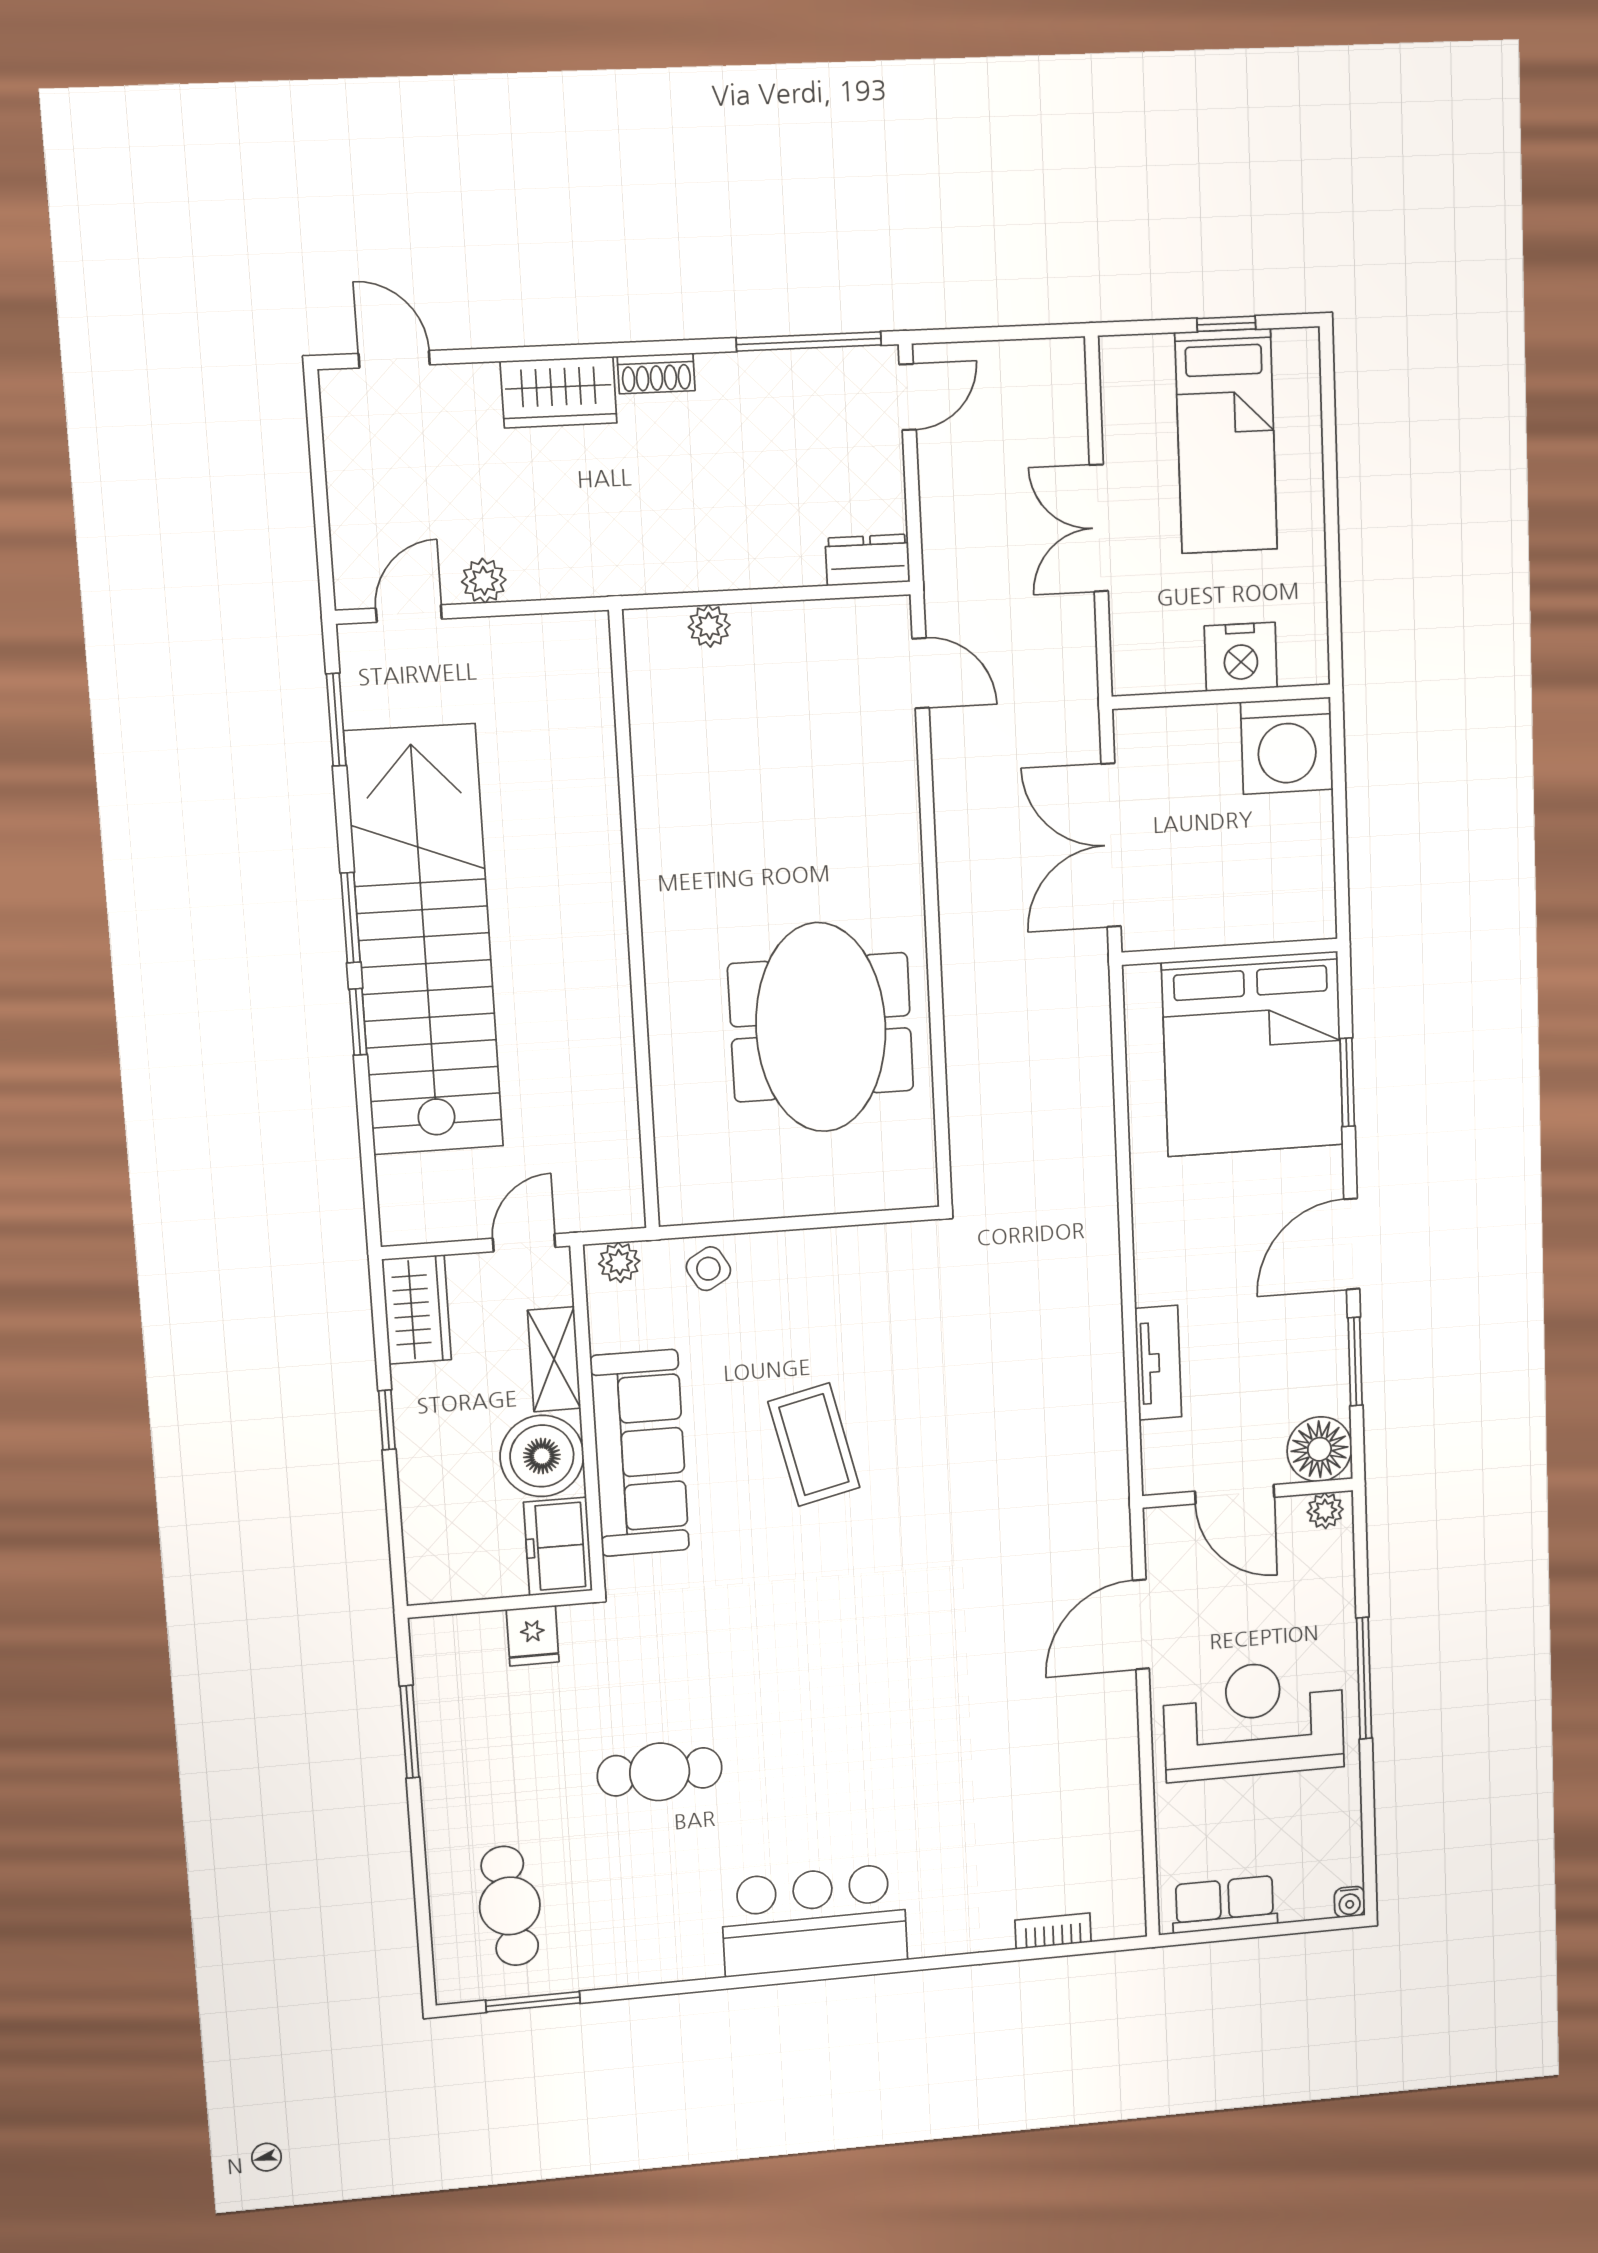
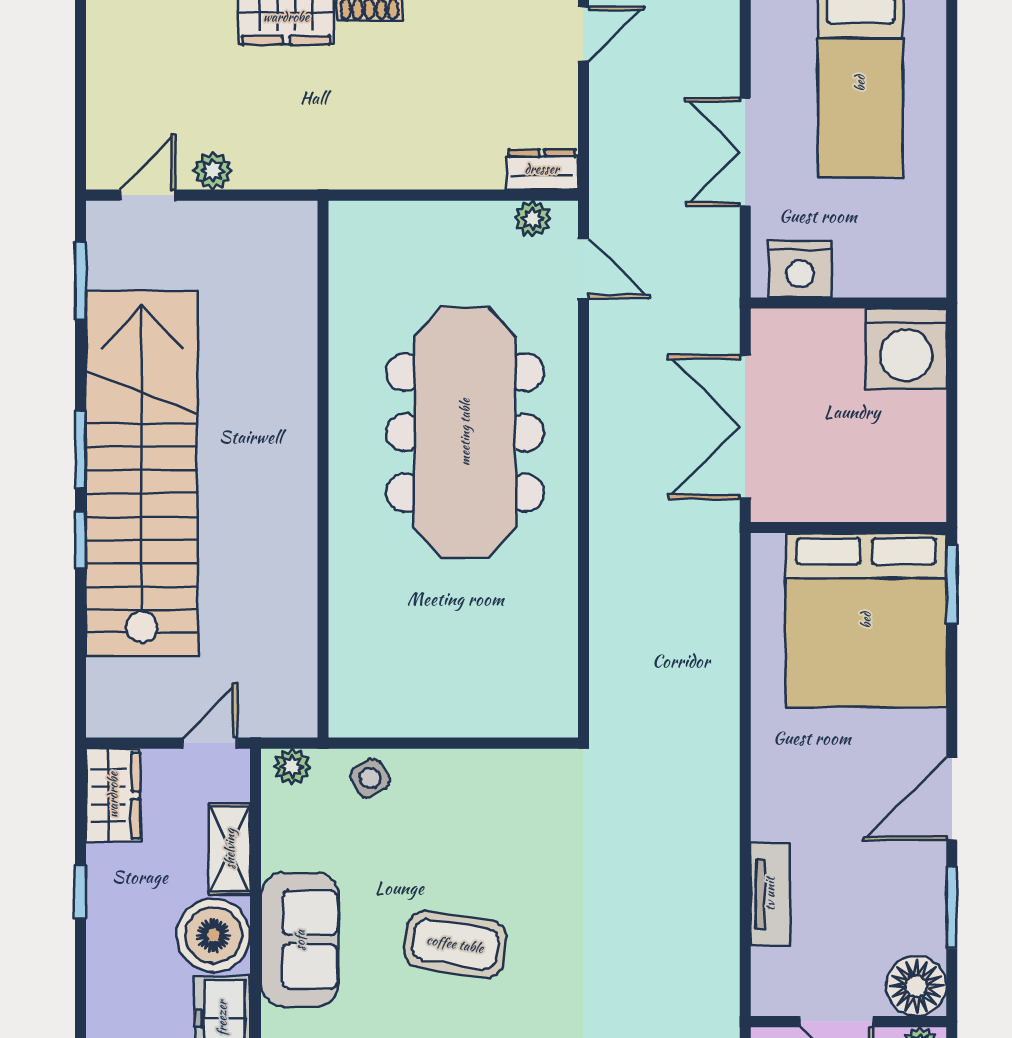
plant: (709, 626) -> (533, 219), moved
nightstand: (1241, 657) -> (800, 269), moved
meeting table: (821, 1027) -> (465, 432), moved, width x1.36
window: (1347, 1082) -> (952, 585), moved
coffee table: (814, 1445) -> (455, 944), turned -68
sofa: (640, 1453) -> (300, 940), width x0.73

